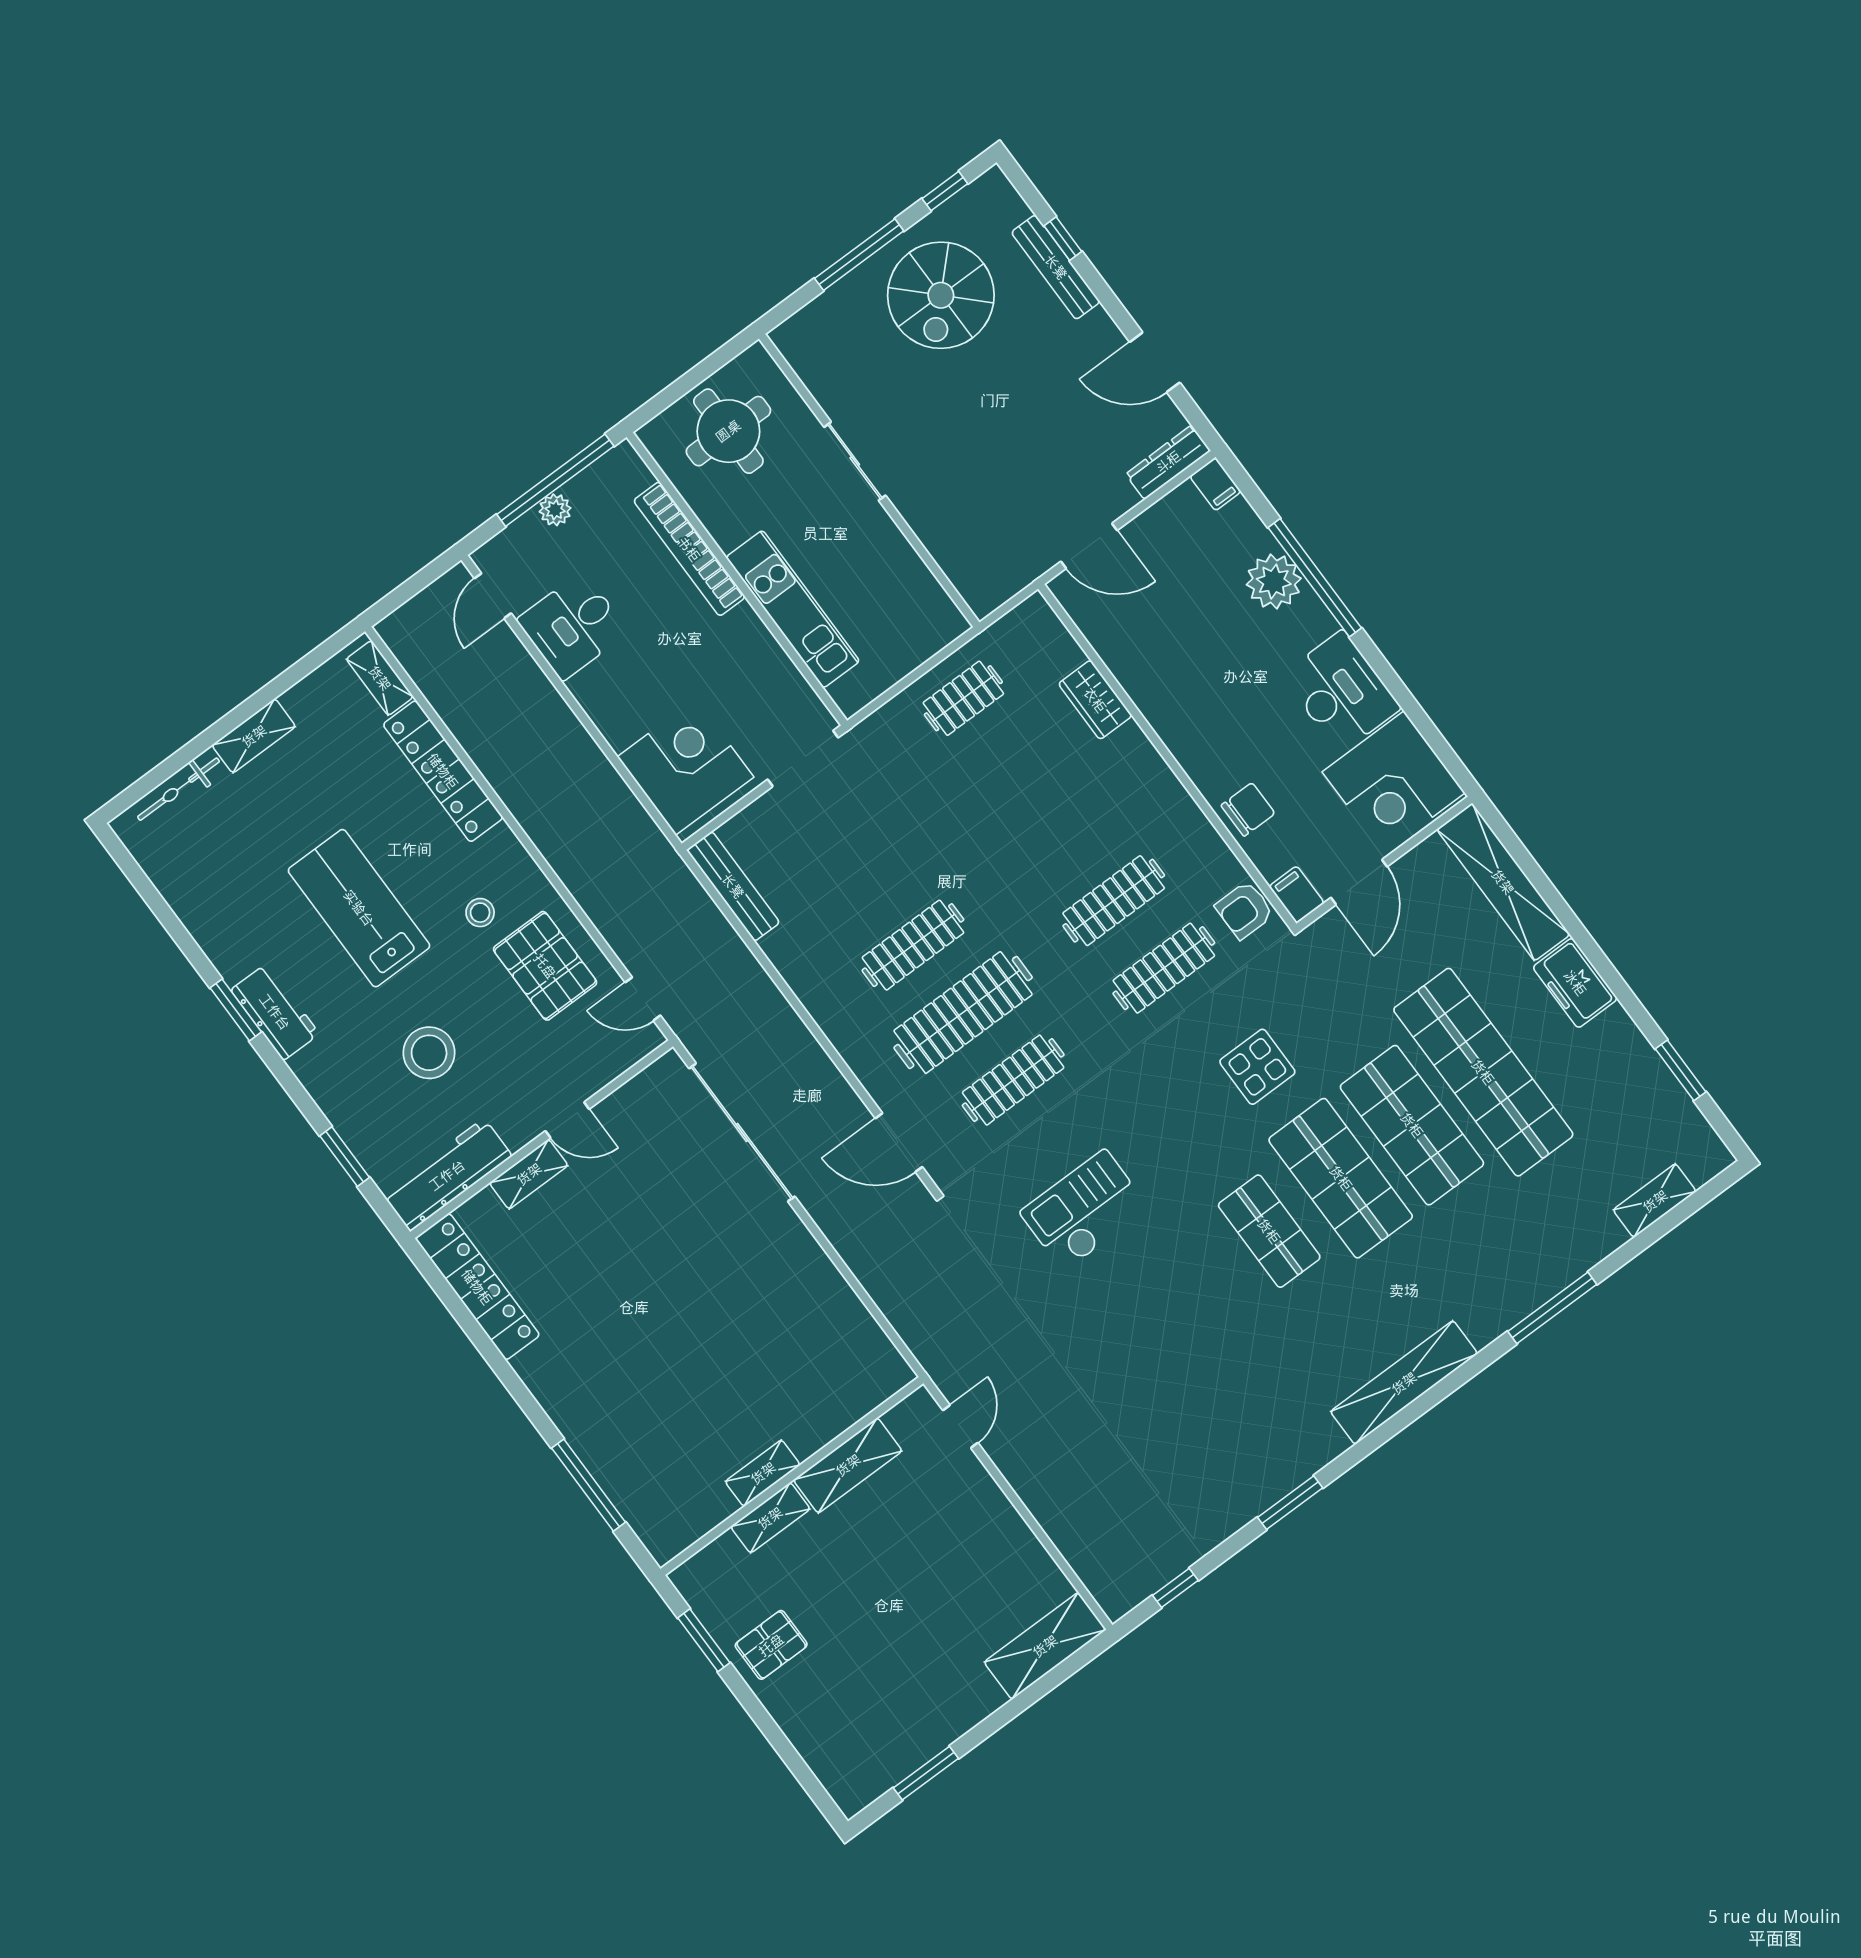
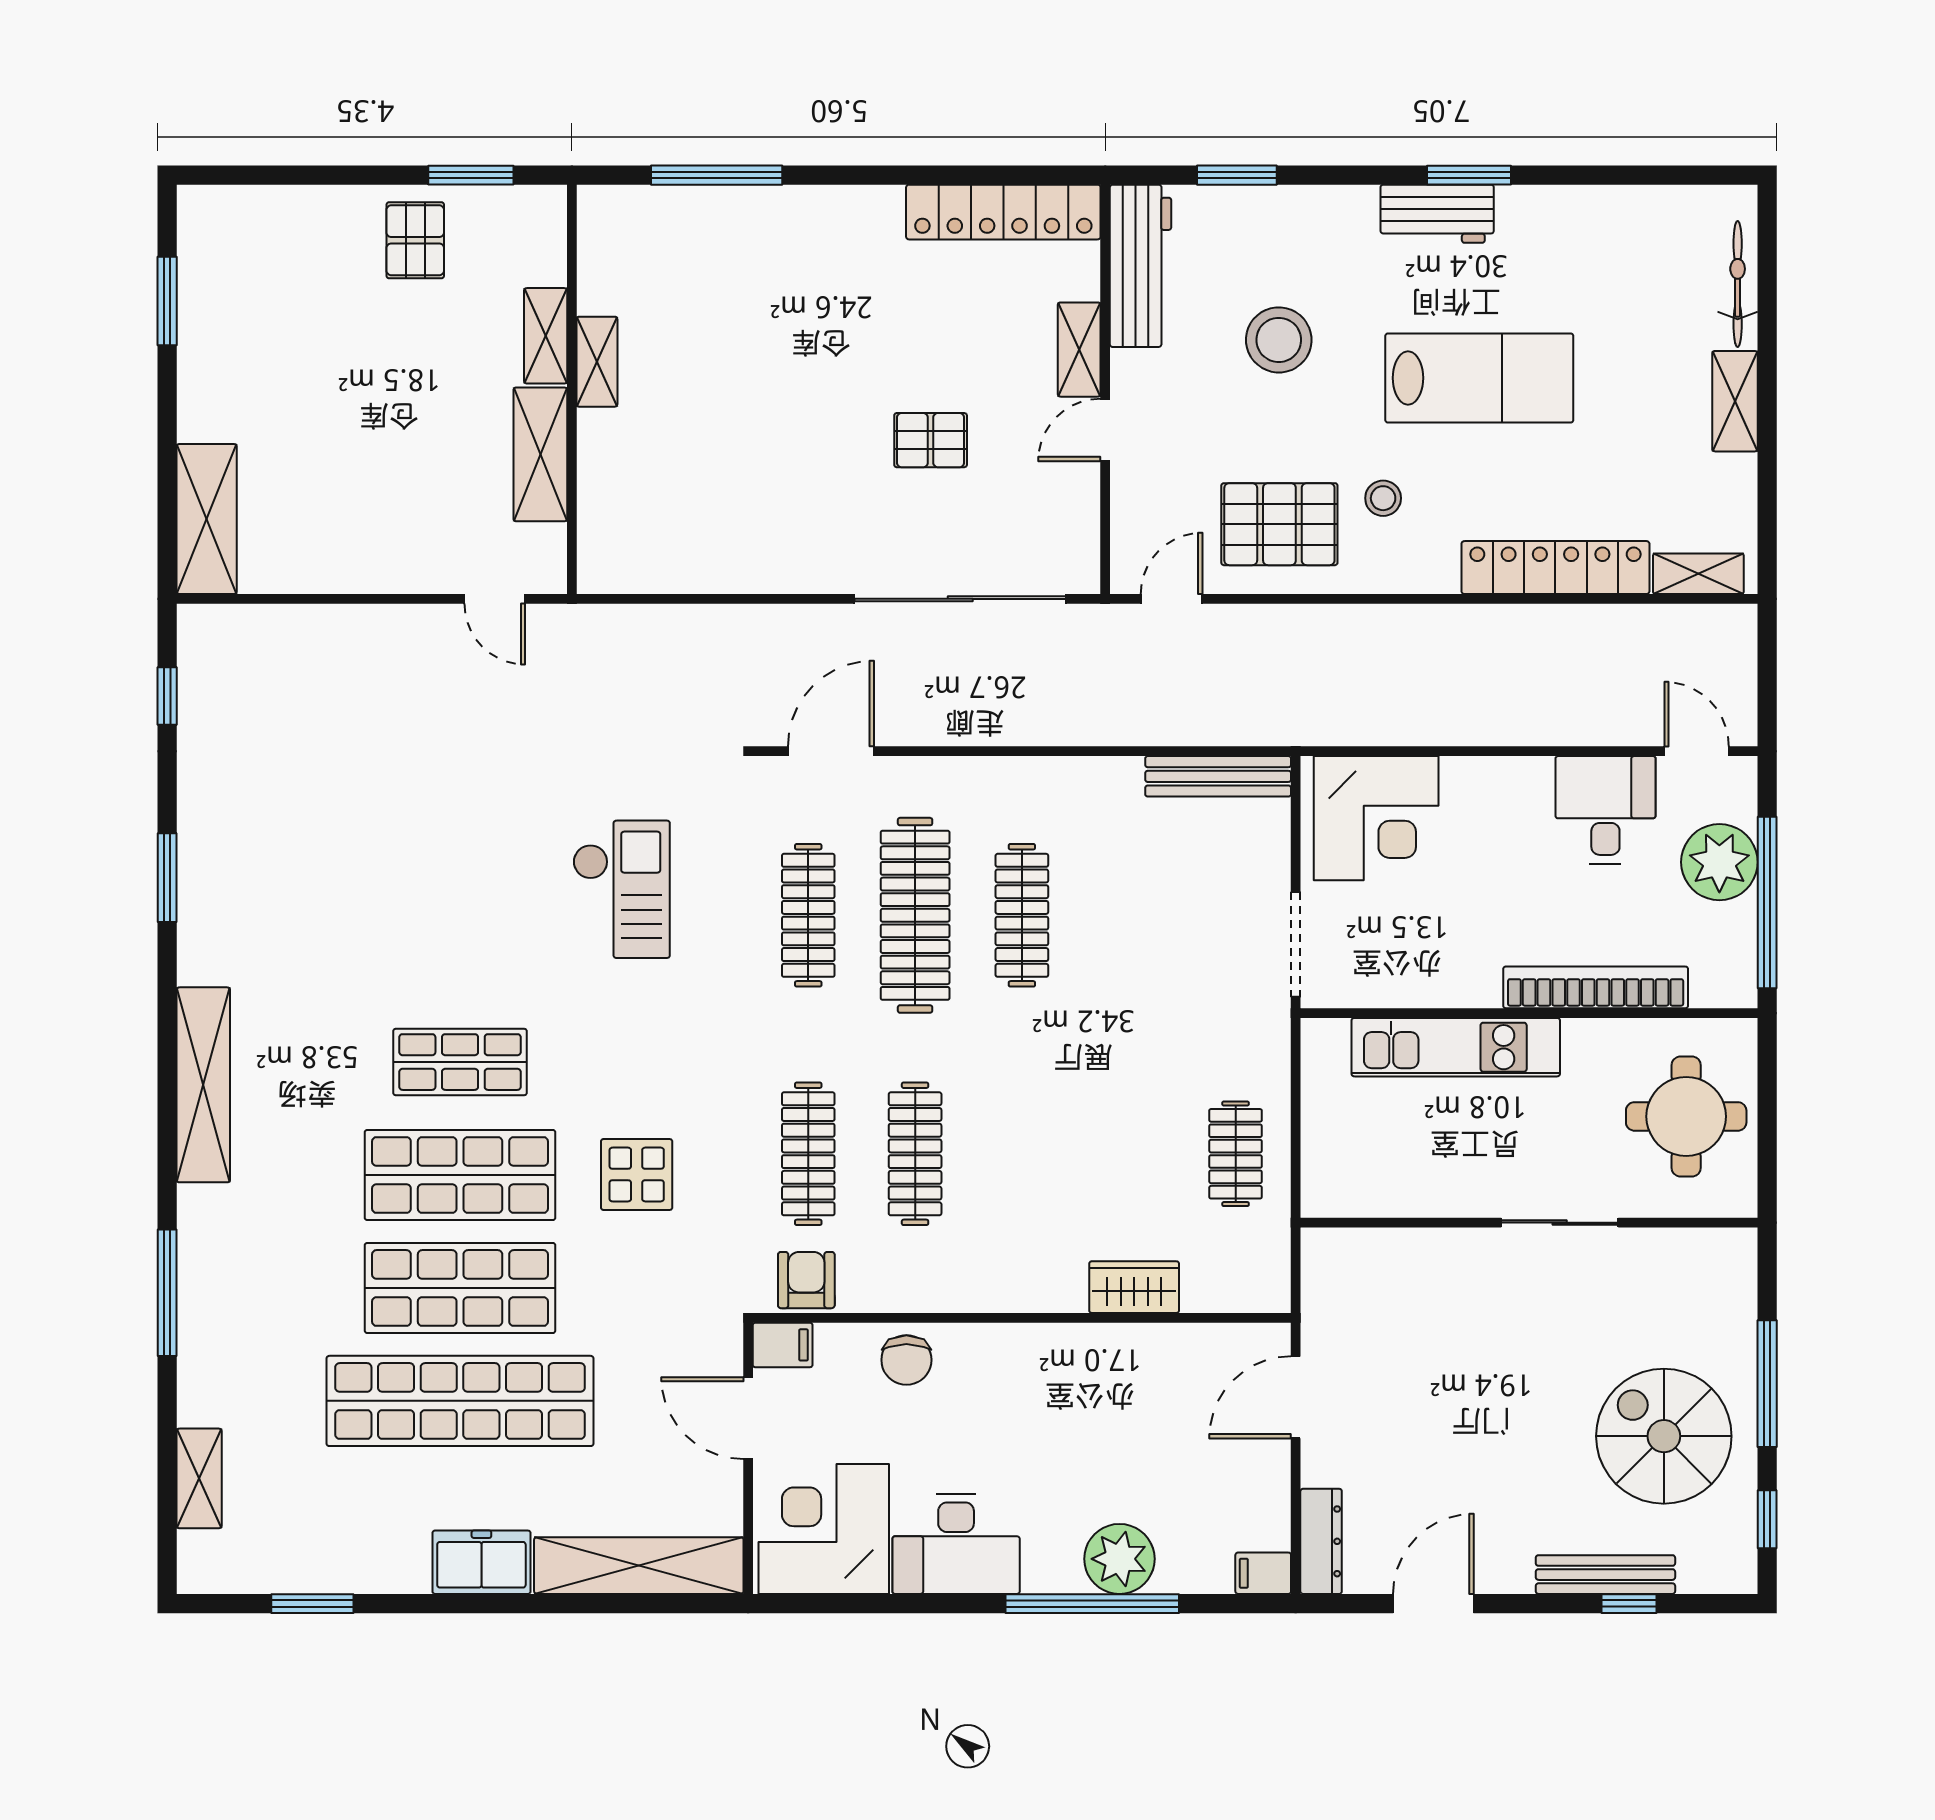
plant: (555, 510) -> (1719, 862), width x1.87, depth x1.87
pallet: (656, 1226) -> (931, 440), added

